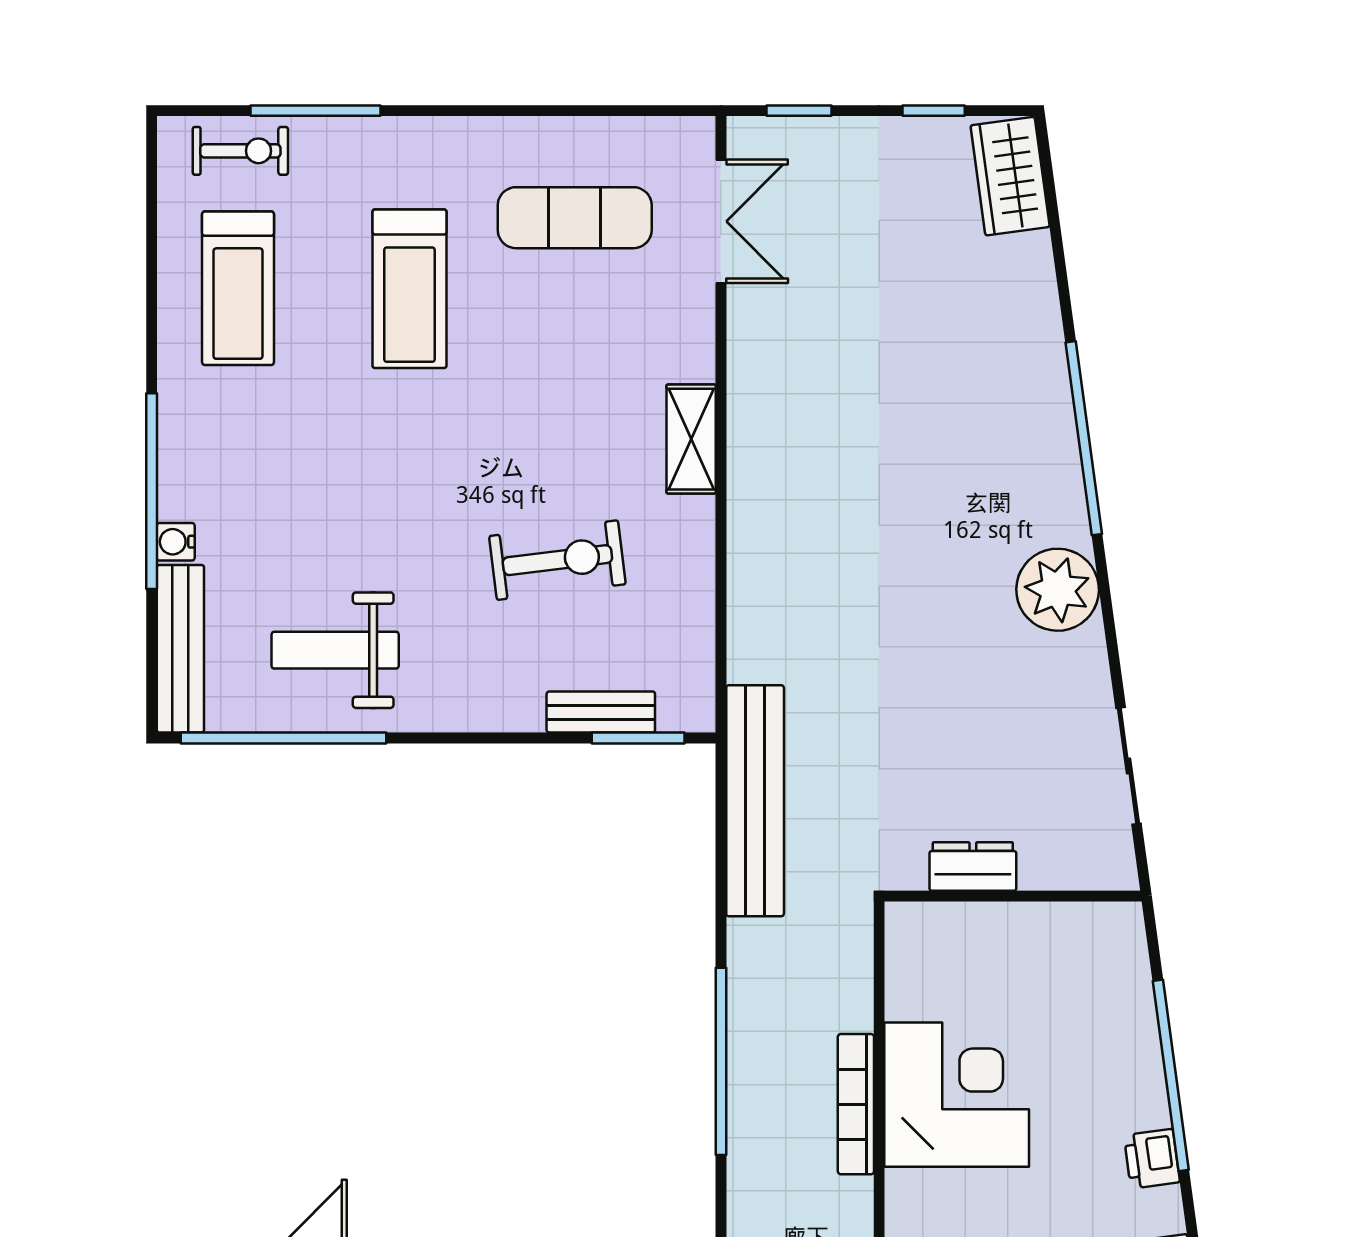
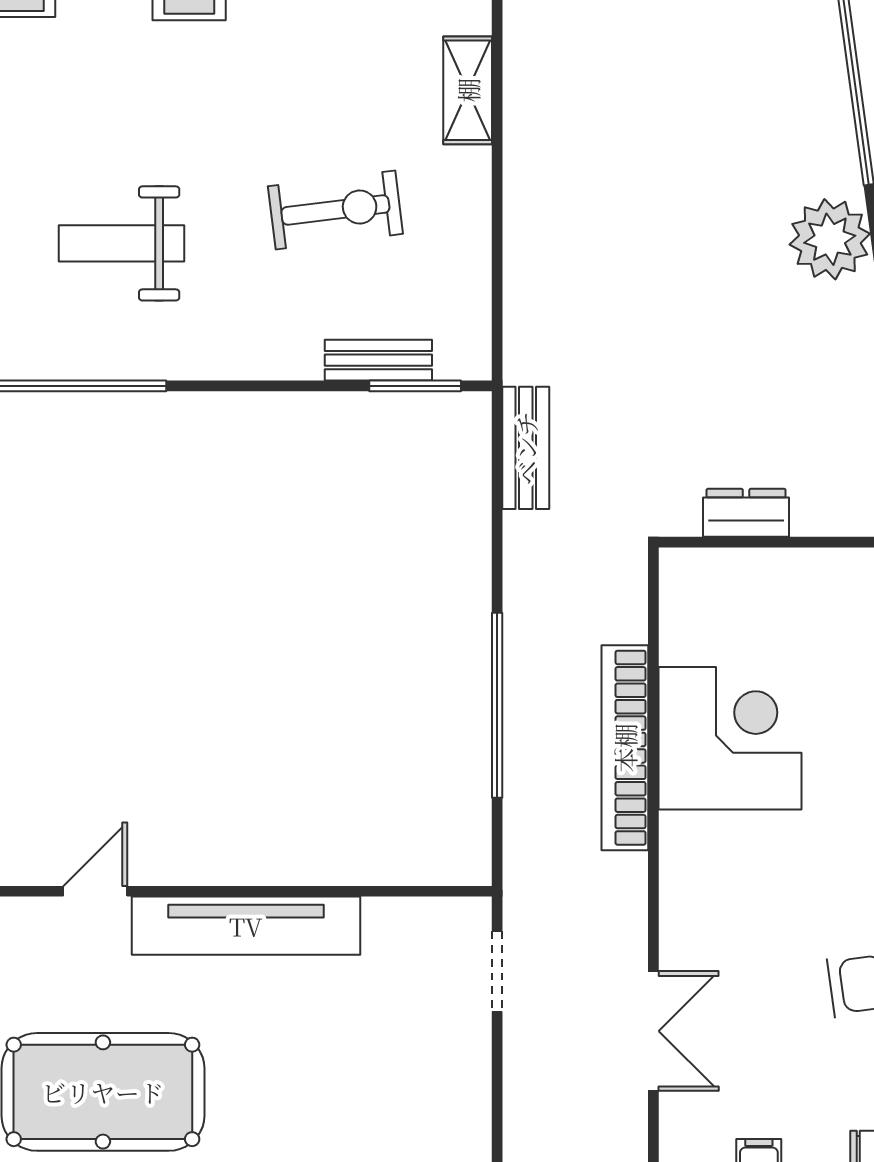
weight bench: (335, 650) -> (122, 243), moved
bench: (755, 801) -> (526, 448), width x0.54, depth x0.82
bookcase: (856, 1104) -> (625, 748), width x1.48, depth x1.31

